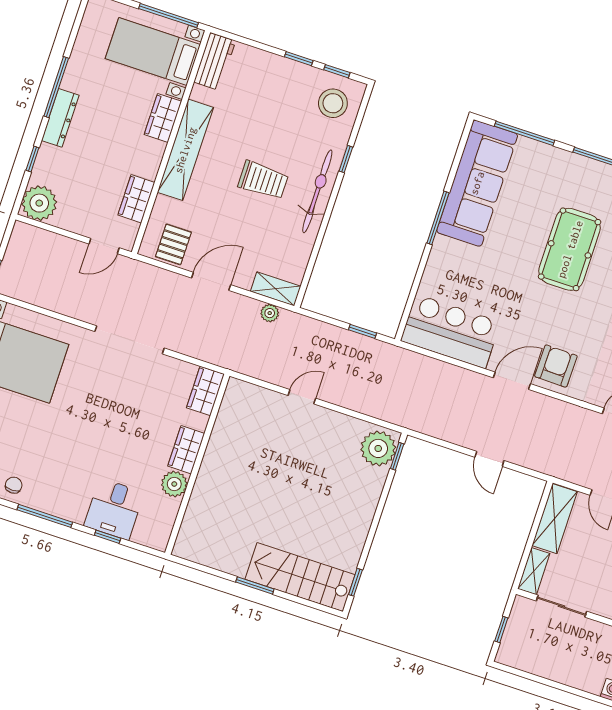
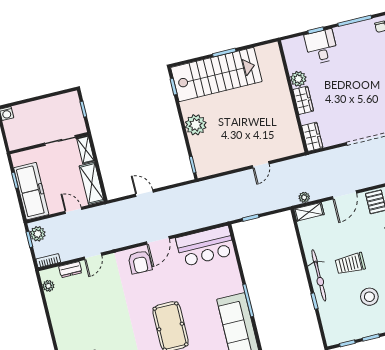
stool: (333, 103) -> (369, 297), moved
plant: (378, 448) -> (196, 125), moved
stairs: (300, 577) -> (216, 75), width x1.36, depth x1.51

